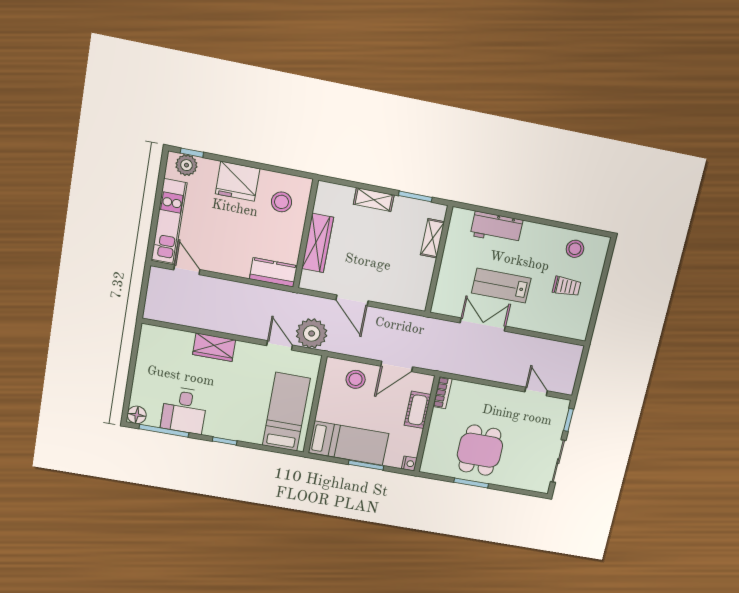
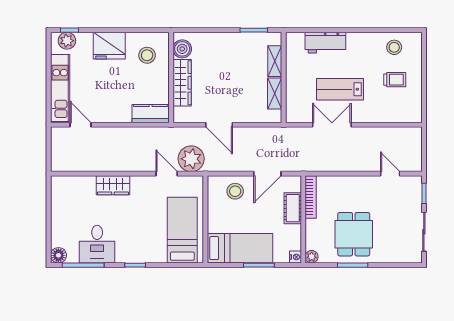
shelving: (374, 200) -> (275, 94), moved, turned 90
boiler: (325, 202) -> (182, 49), added
bookcase: (442, 393) -> (311, 197), width x1.56
plant: (427, 466) -> (312, 257), added

